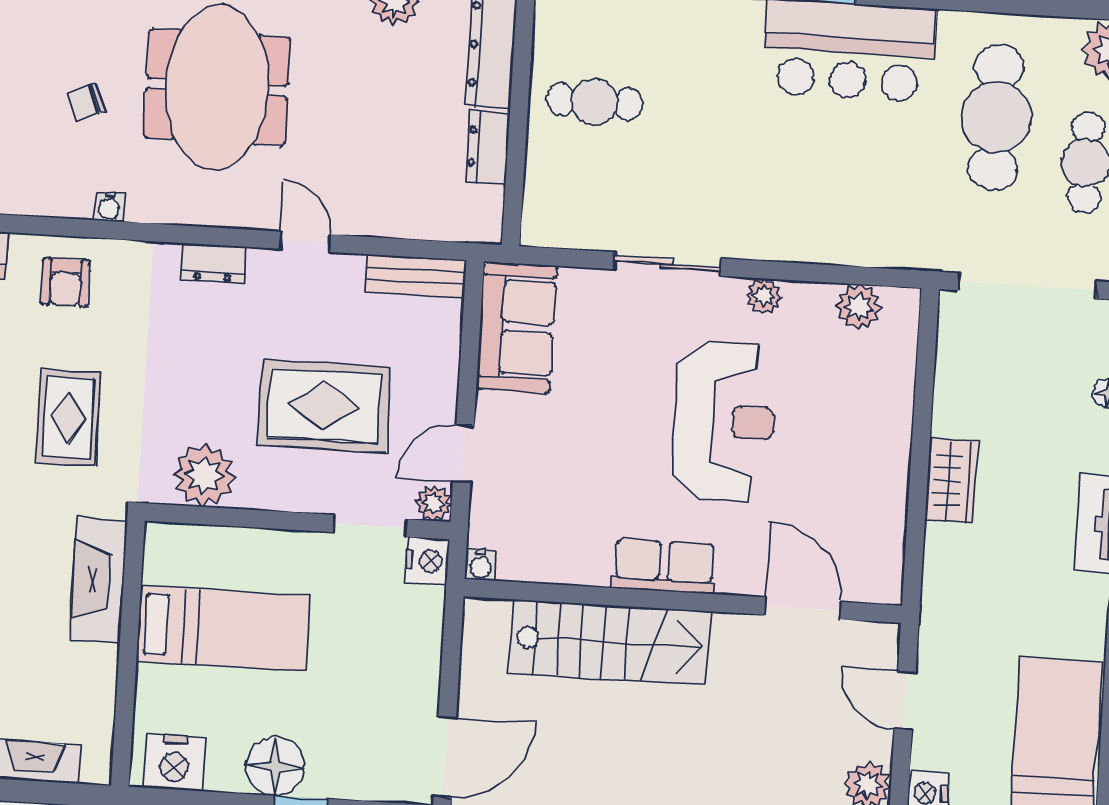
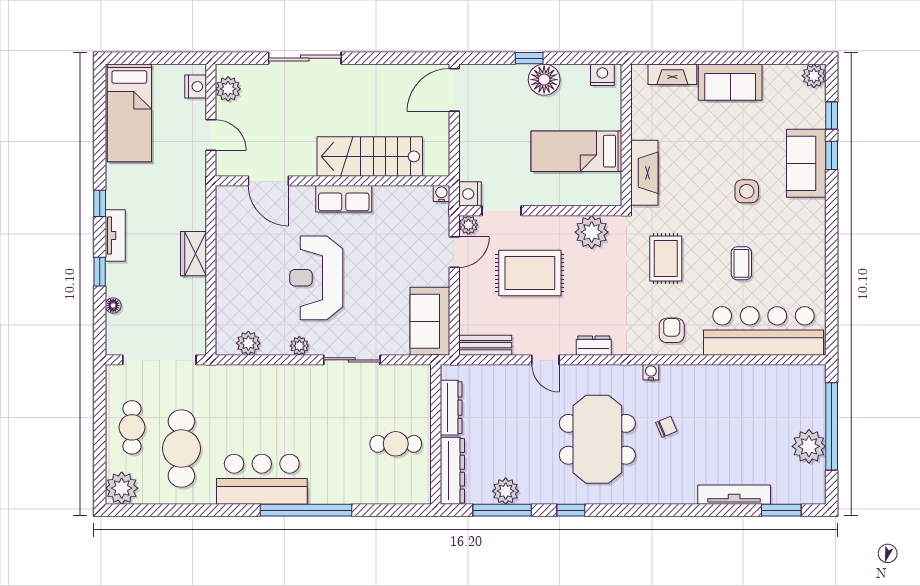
dresser: (488, 147) -> (451, 408), width x1.44
nightstand: (174, 763) -> (602, 75), width x0.74, depth x0.75

